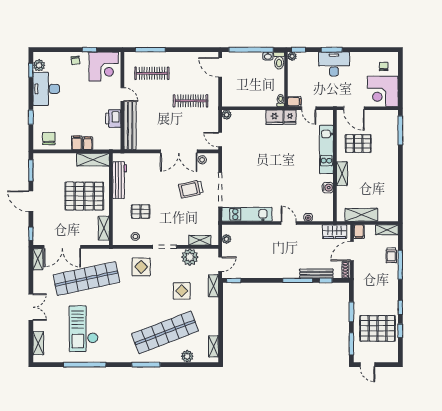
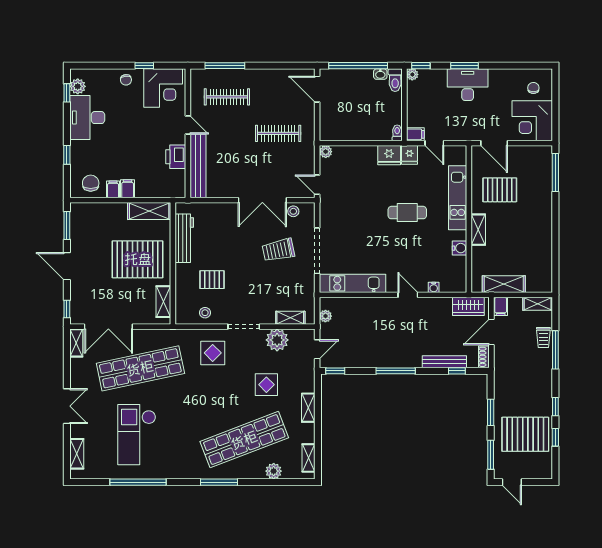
filing cabinet: (88, 143) -> (113, 189), moved
cafe table: (288, 161) -> (407, 213), added
window: (298, 280) -> (396, 371), moved
shelving: (213, 286) -> (308, 408), moved

